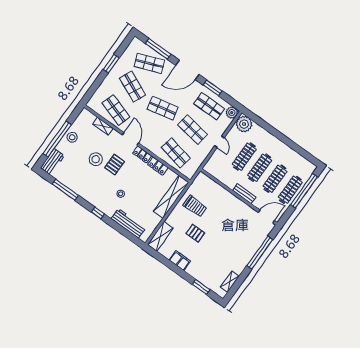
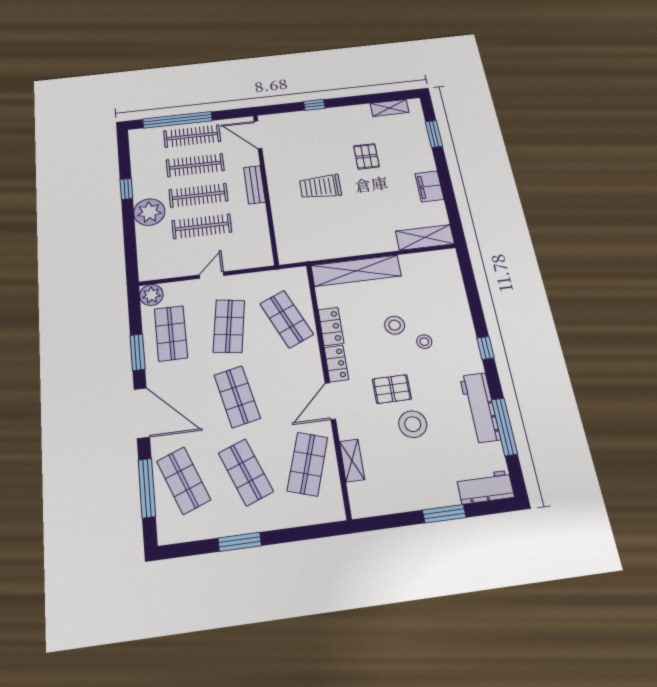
shop shelf: (133, 87) -> (246, 472), turned -45
plant: (244, 124) -> (149, 212), moved
stool: (72, 137) -> (395, 325), moved
window: (57, 139) -> (444, 514), width x0.47
window: (289, 142) -> (126, 189), added
shop shelf: (176, 153) -> (287, 319), turned -36
trolley: (195, 206) -> (320, 187), moved, turned -90
workbench: (128, 223) -> (480, 408), moved
pallet: (195, 233) -> (366, 156), moved
window: (260, 253) -> (314, 105), width x0.32

